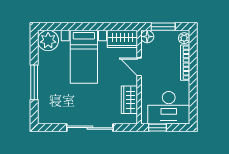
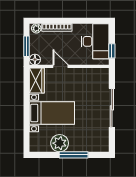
plant: (48, 41) -> (60, 143), moved
door: (139, 67) -> (61, 66), swing flipped
wardrobe: (129, 100) -> (88, 75), removed

